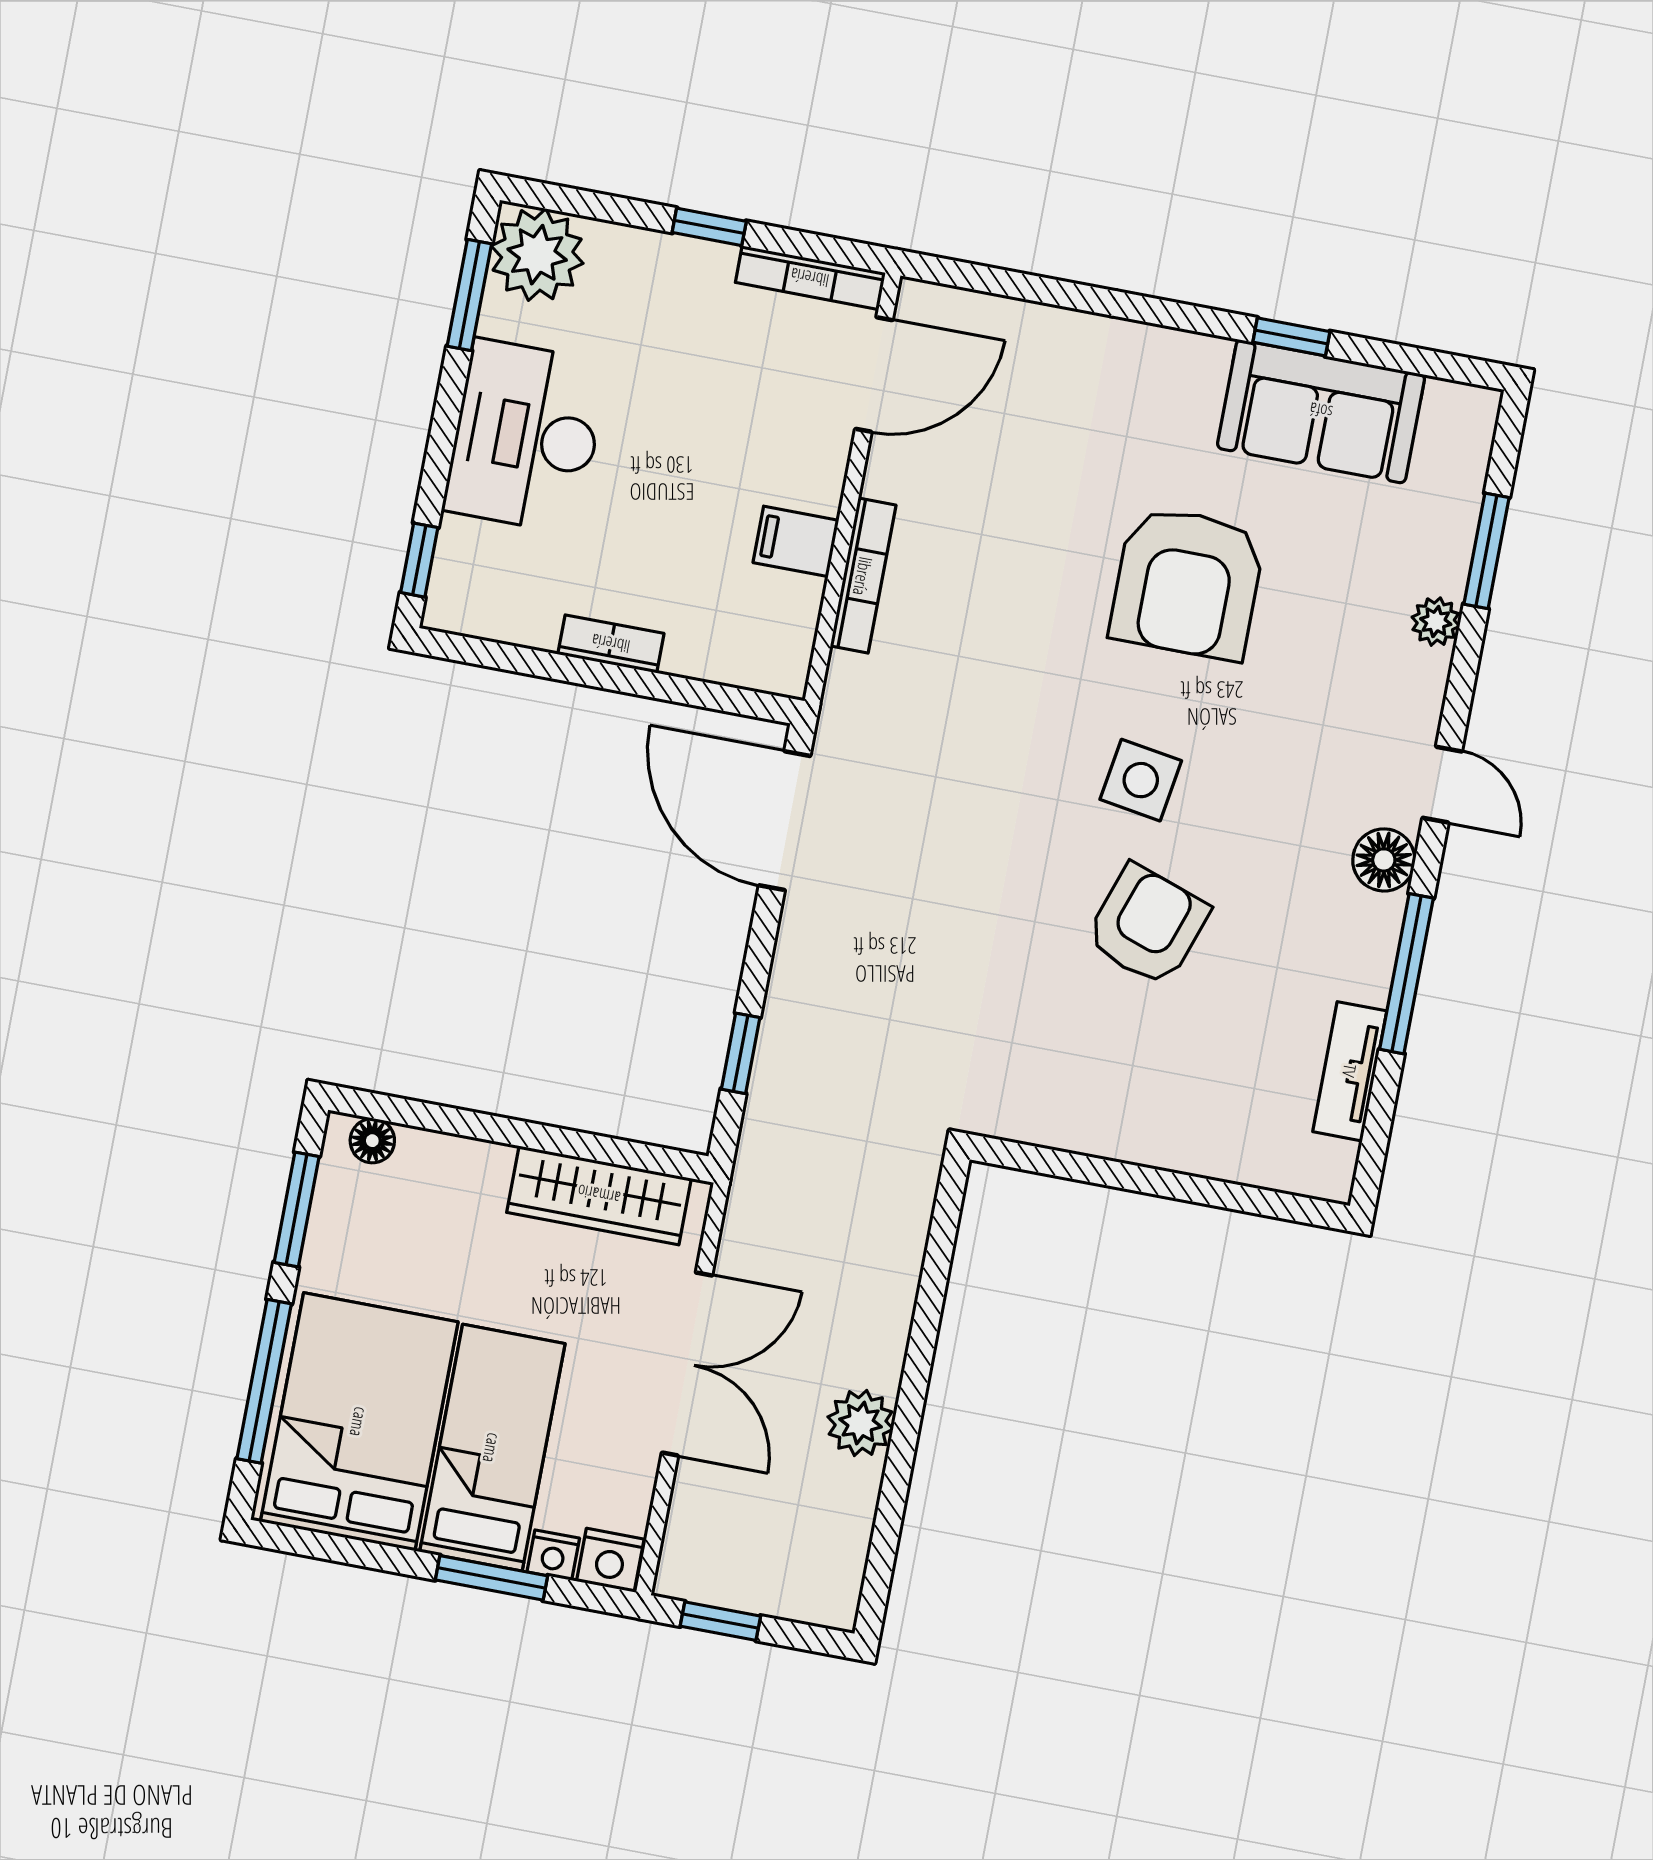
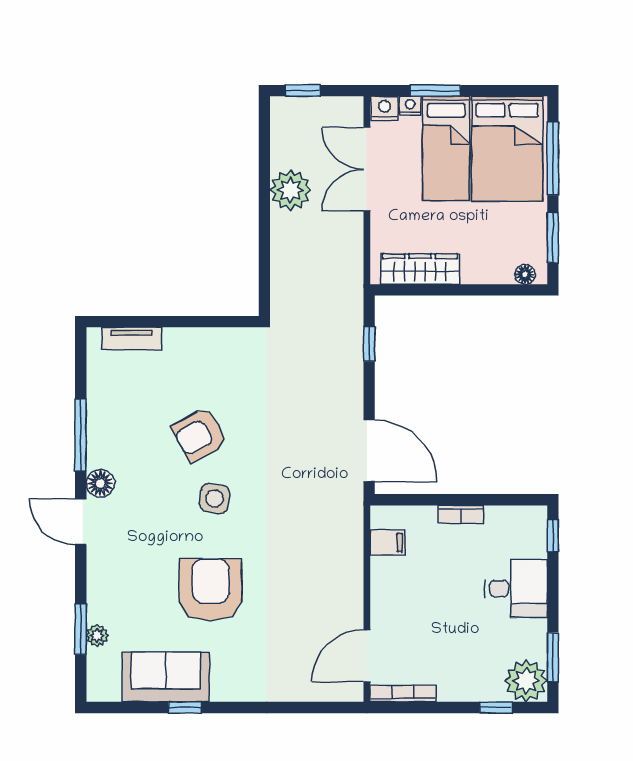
window: (709, 227) -> (496, 707), moved
desk: (526, 436) -> (516, 588), width x0.73
filing cabinet: (796, 541) -> (387, 543), moved
bookcase: (863, 576) -> (355, 566), removed
plant: (1436, 622) -> (97, 635), moved
door: (1442, 785) -> (81, 522), width x1.38
armchair: (1147, 925) -> (200, 435), turned 43
tv unit: (1350, 1071) -> (132, 339), moved, turned 90
double door: (687, 1364) -> (367, 169), moved
plant: (861, 1423) -> (290, 190), width x1.36, depth x1.36
window: (720, 1621) -> (302, 91), moved

